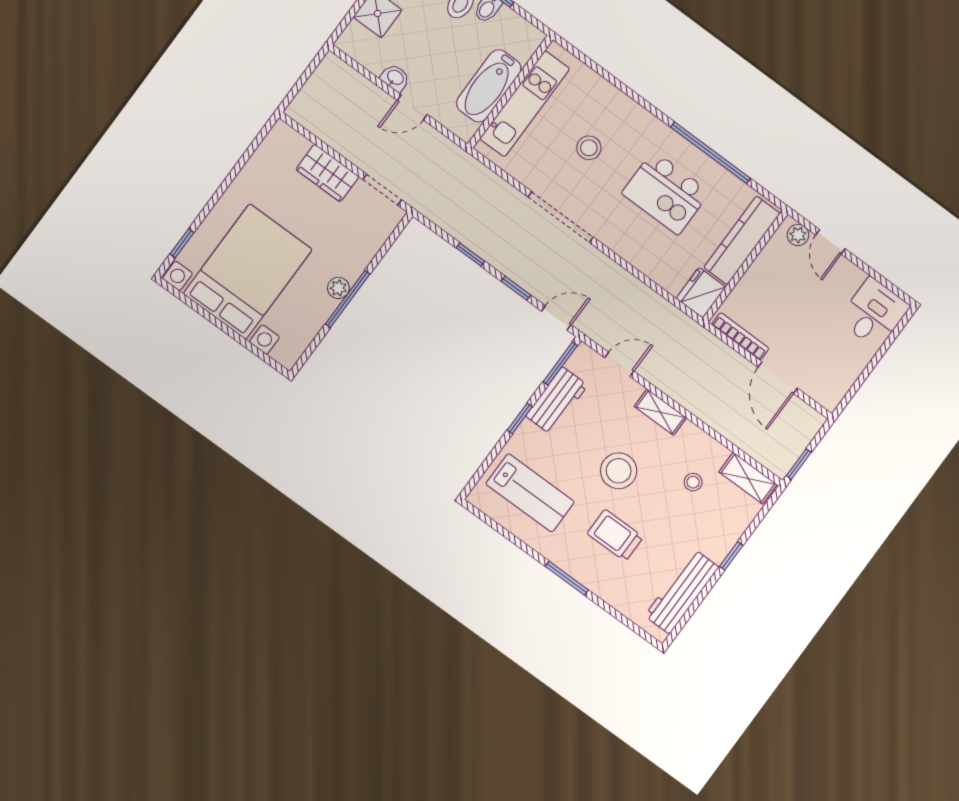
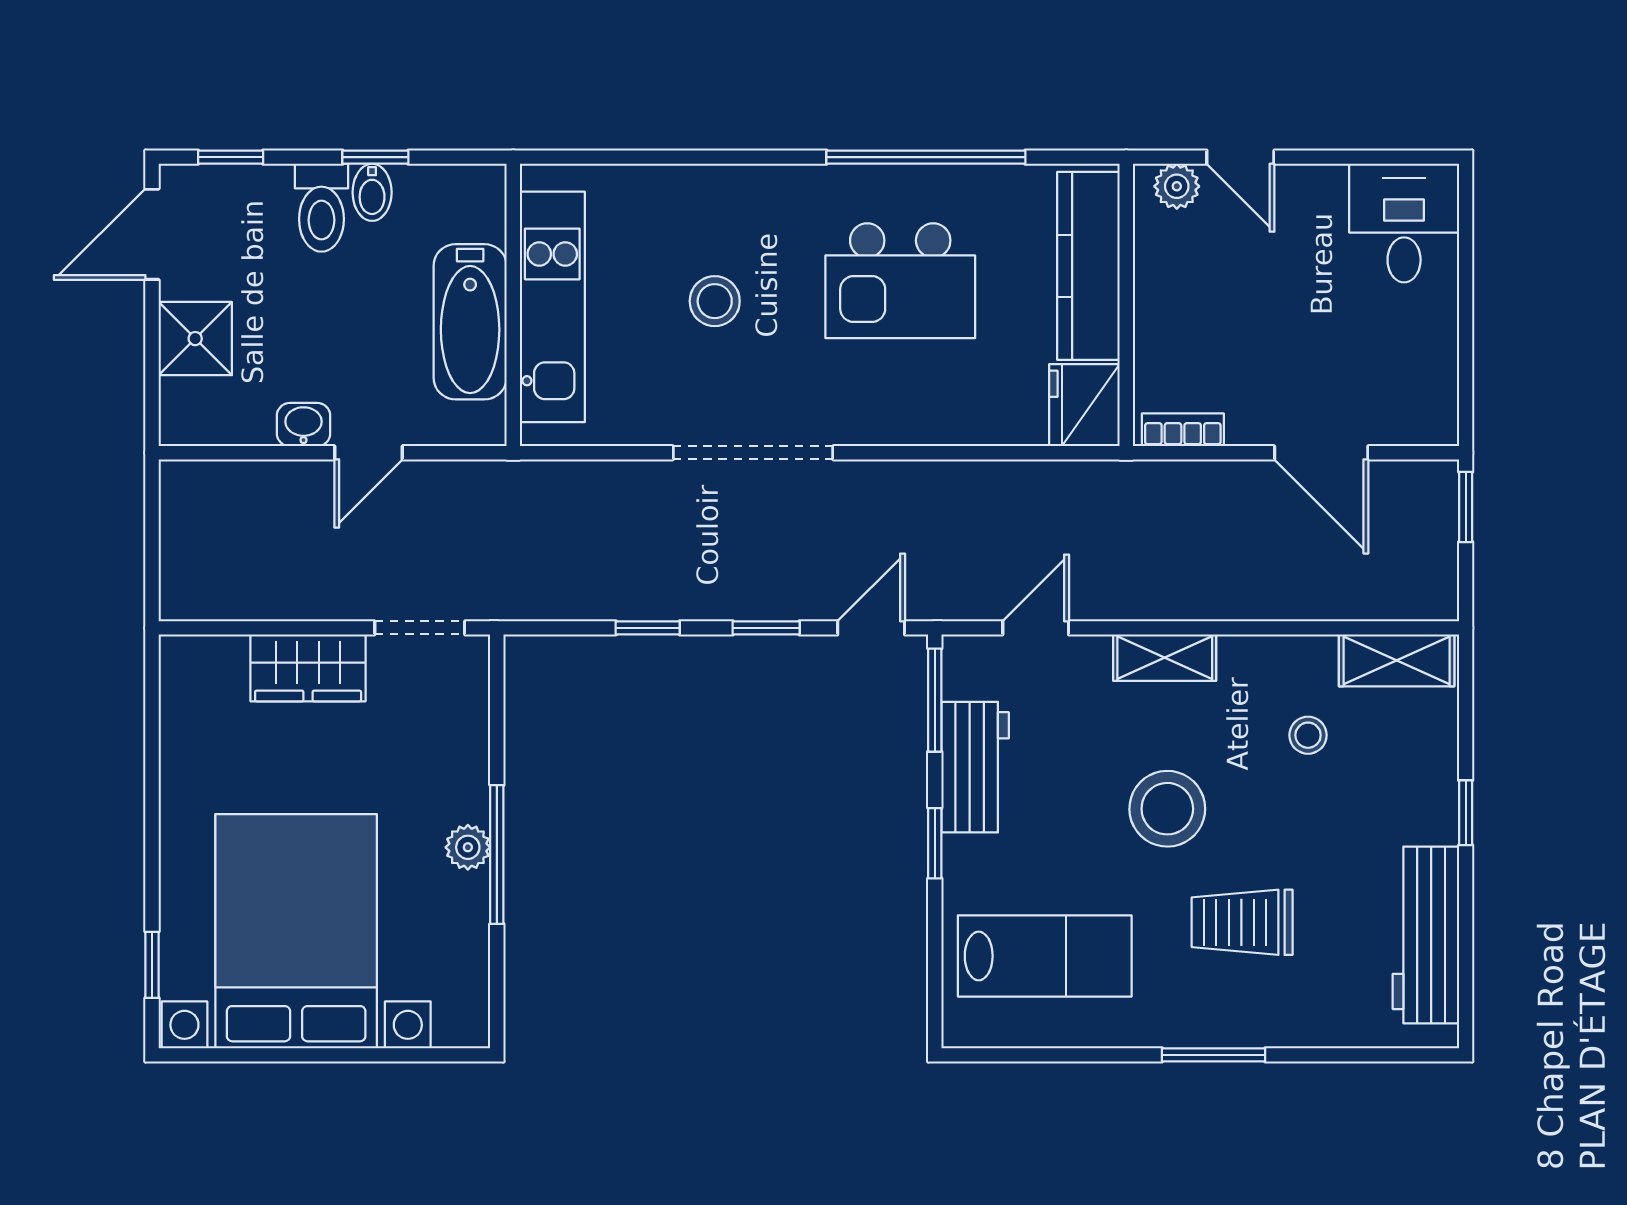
bookcase: (740, 336) -> (1183, 430), width x0.64
window: (799, 464) -> (1466, 507), moved

